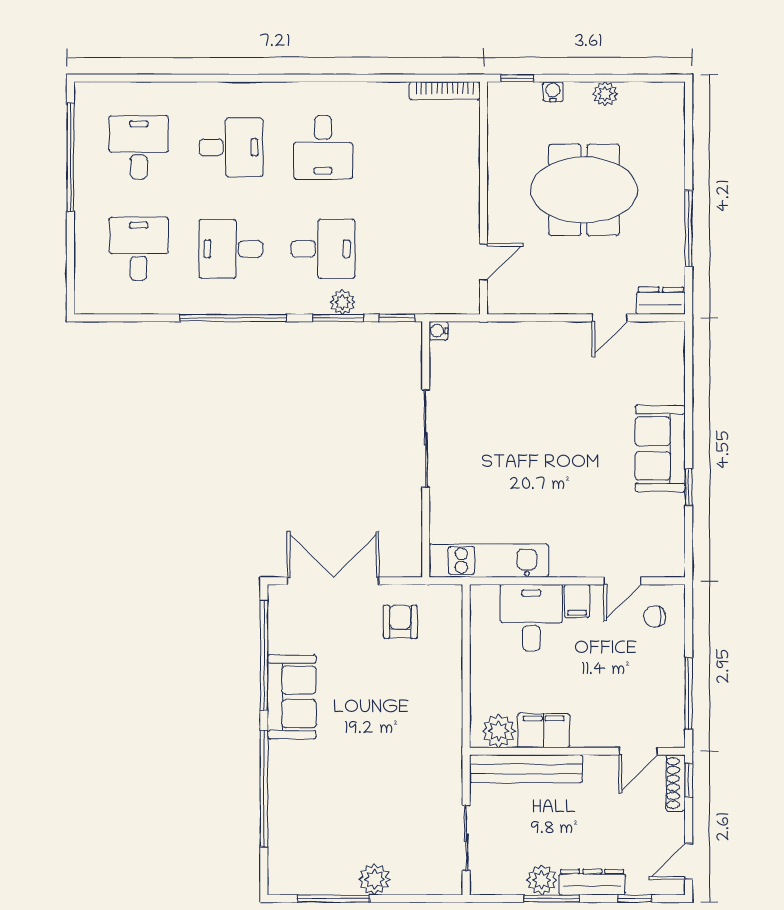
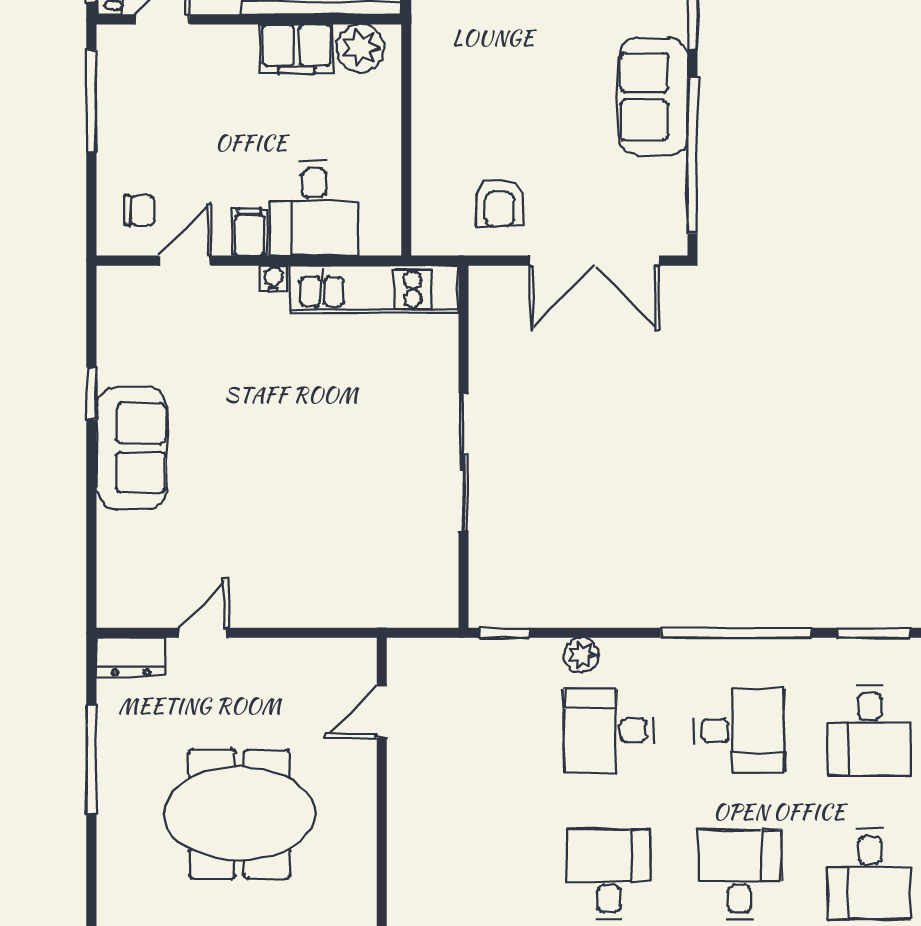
desk: (231, 147) -> (739, 874), turned 90
window: (338, 318) -> (874, 633), moved
water cooler: (439, 331) -> (273, 279), moved, turned -90

